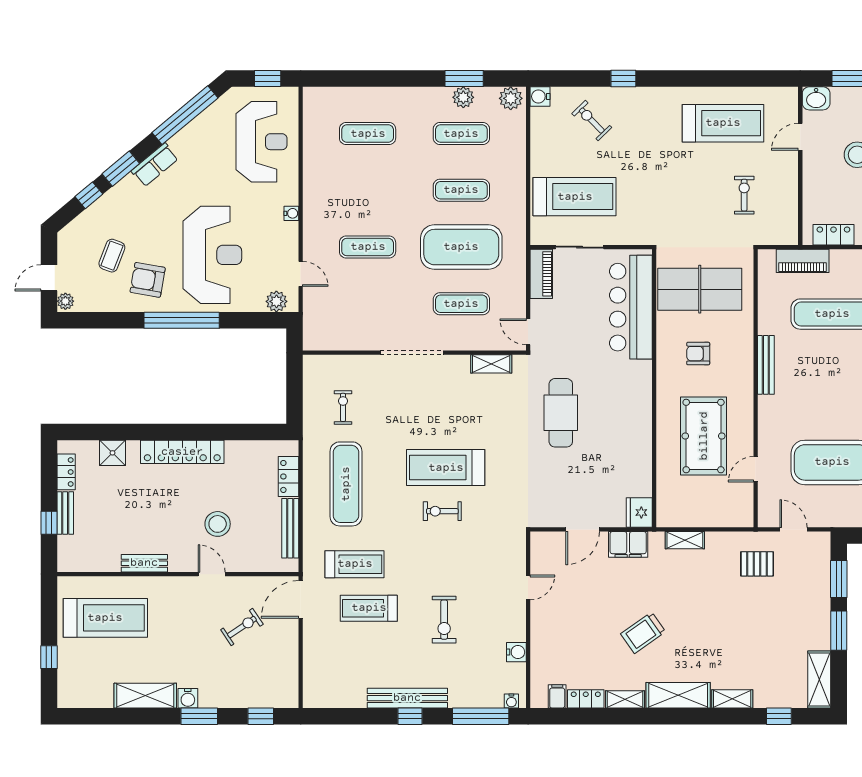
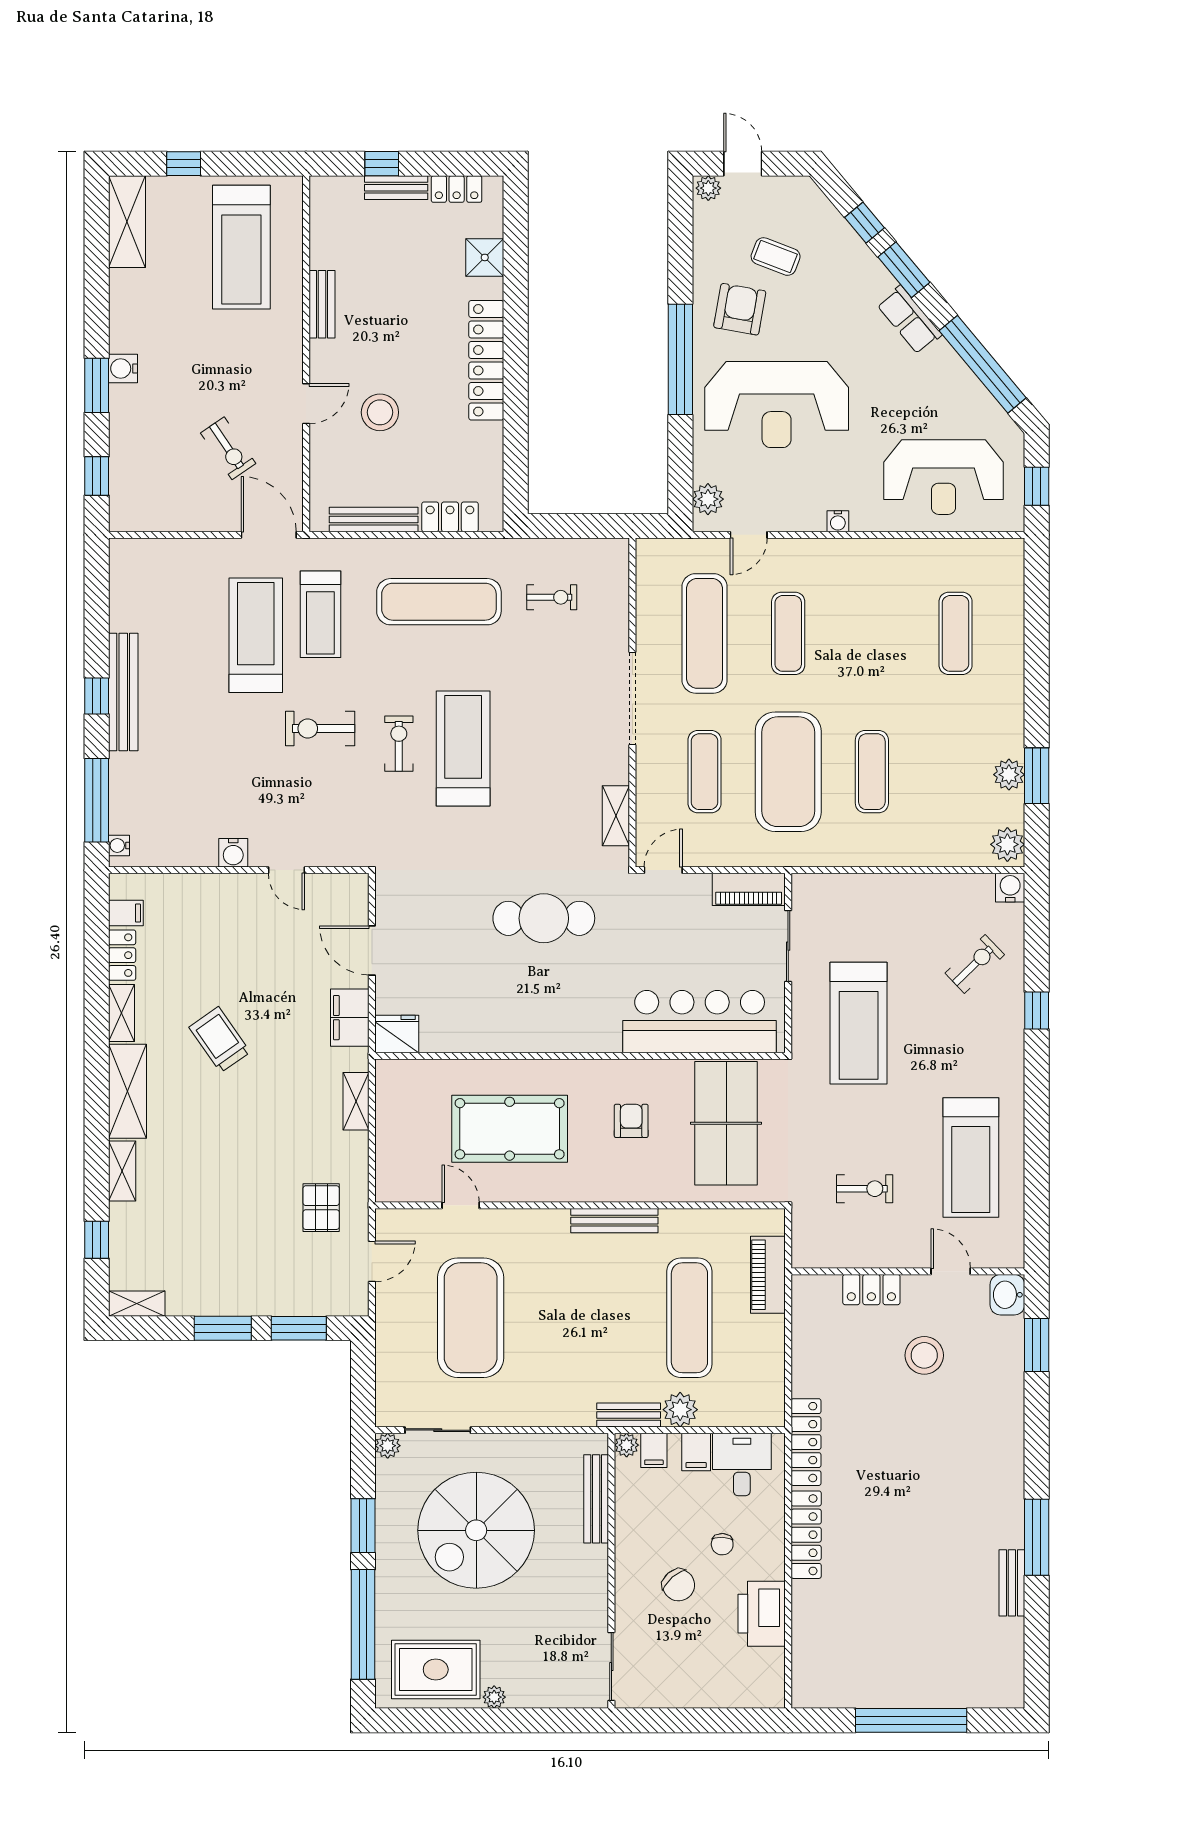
exercise mat: (461, 134) -> (705, 633), moved, width x1.36, depth x1.45
treadmill: (575, 197) -> (859, 1023), moved
locker: (833, 235) -> (871, 1290), moved, turned 90
treadmill: (369, 608) -> (256, 635), width x1.37, depth x1.38
exercise bike: (444, 620) -> (320, 729), moved
water cooler: (516, 652) -> (233, 853), moved
shelving: (819, 679) -> (137, 1304), width x0.67, depth x0.75
shelving: (145, 696) -> (127, 222), moved

